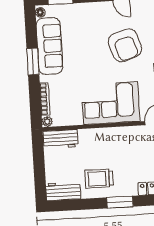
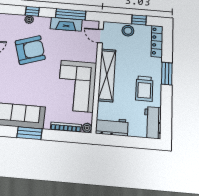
corner sofa: (111, 103) -> (77, 86), moved
shelving: (109, 136) -> (107, 75), added
workbench: (60, 139) -> (112, 127), moved, turned -90

